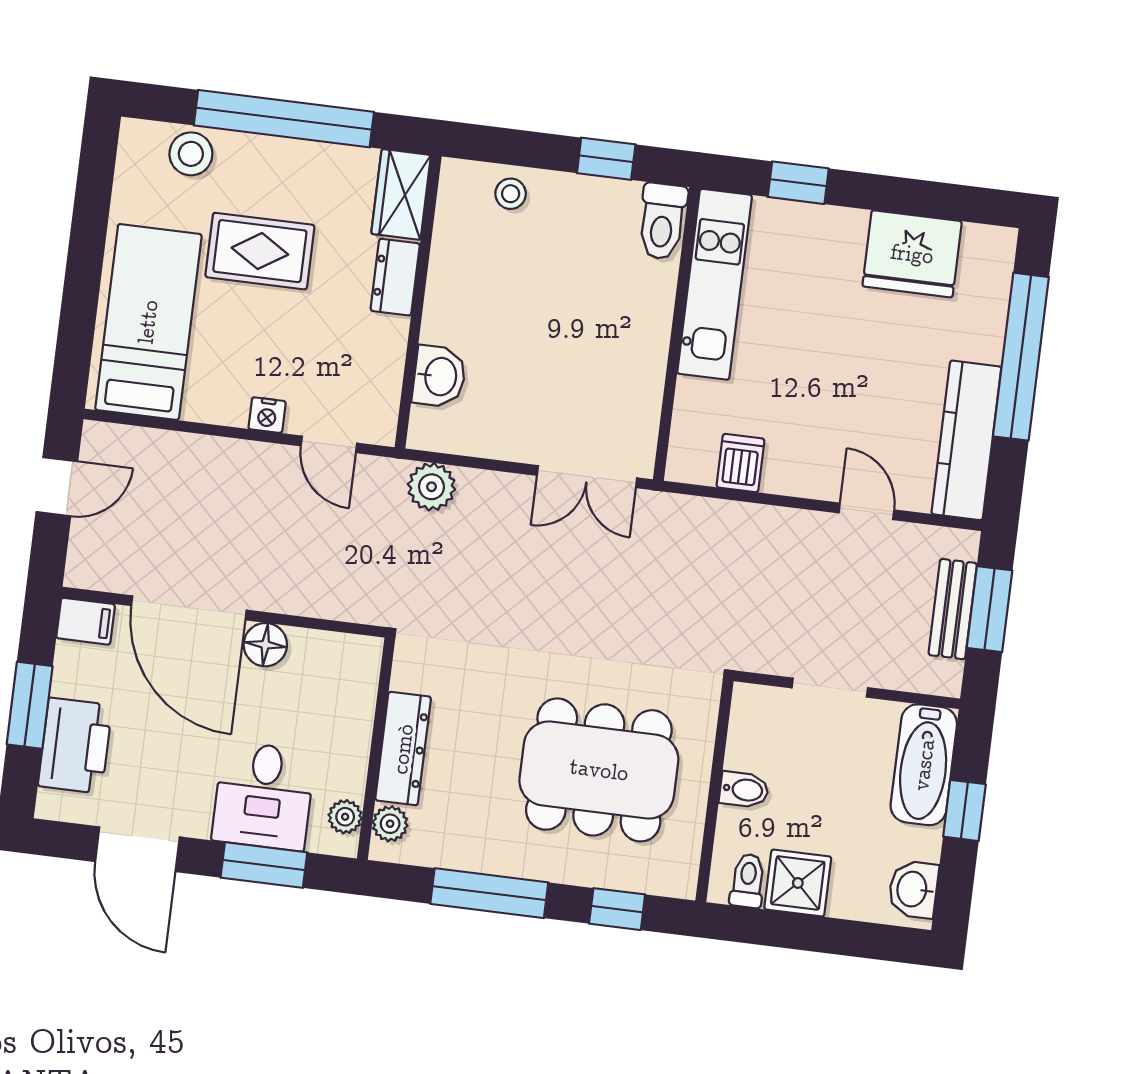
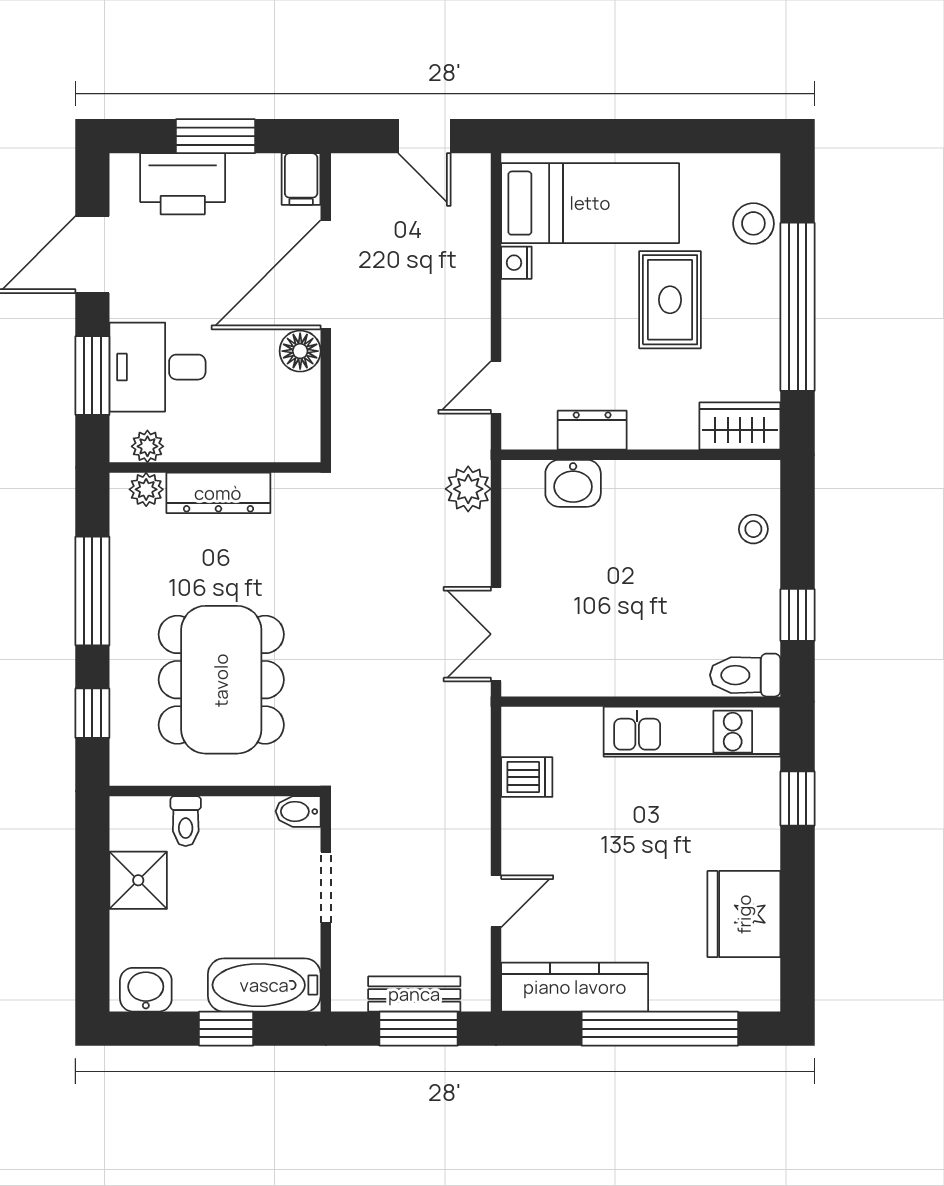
dresser: (395, 277) -> (592, 430), moved
nightstand: (267, 415) -> (516, 263), moved
bidet: (744, 790) -> (298, 811), moved, turned 90
toilet: (748, 881) -> (186, 821), moved, turned 90

